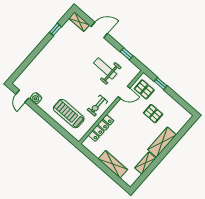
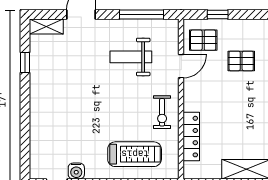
window: (127, 54) -> (142, 15), width x2.17
treadmill: (69, 114) -> (135, 154), turned 180

